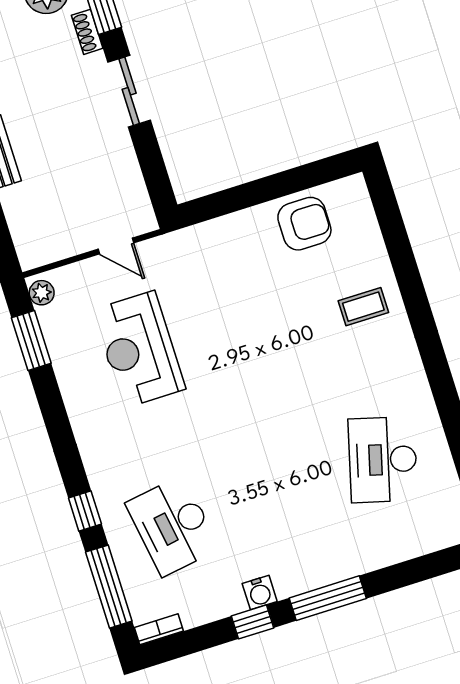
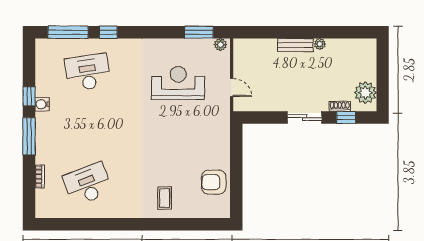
armchair: (304, 224) -> (214, 182), turned 90
door: (116, 246) -> (232, 88), swing flipped
desk: (383, 460) -> (88, 184), turned -36
bookcase: (159, 629) -> (40, 176), moved

